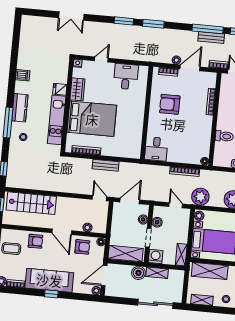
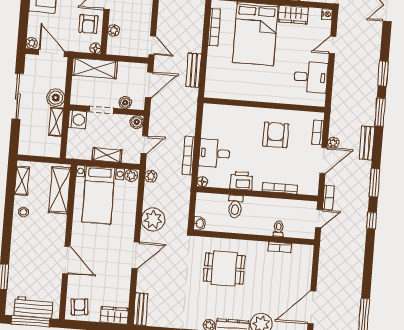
window: (208, 29) -> (375, 183), width x0.69
bench: (211, 38) -> (367, 143), moved
door: (101, 59) -> (333, 45), swing flipped
door: (190, 68) -> (323, 160), hinge flipped
printer: (205, 131) -> (241, 181), added
desk: (156, 149) -> (214, 153), moved
bench: (106, 165) -> (194, 70), moved
plant: (200, 197) -> (151, 176), width x0.53, depth x0.53
door: (99, 198) -> (152, 45), hinge flipped
door: (130, 201) -> (149, 85), hinge flipped
boiler: (157, 222) -> (137, 122), moved
shelving: (126, 254) -> (95, 68), moved, turned 90
shelving: (181, 255) -> (107, 155), moved
sliding door: (155, 304) -> (18, 96), moved

